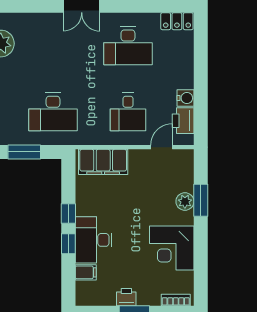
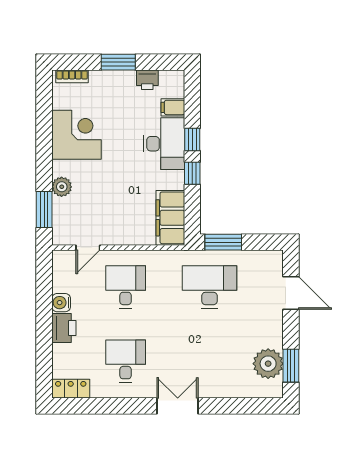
desk: (128, 46) -> (126, 361), width x0.73
printer: (183, 121) -> (64, 328), moved
window: (24, 152) -> (223, 242), moved
filing cabinet: (103, 162) -> (170, 218), moved, turned -90
window: (201, 200) -> (44, 209), moved
printer: (126, 297) -> (147, 80), moved

